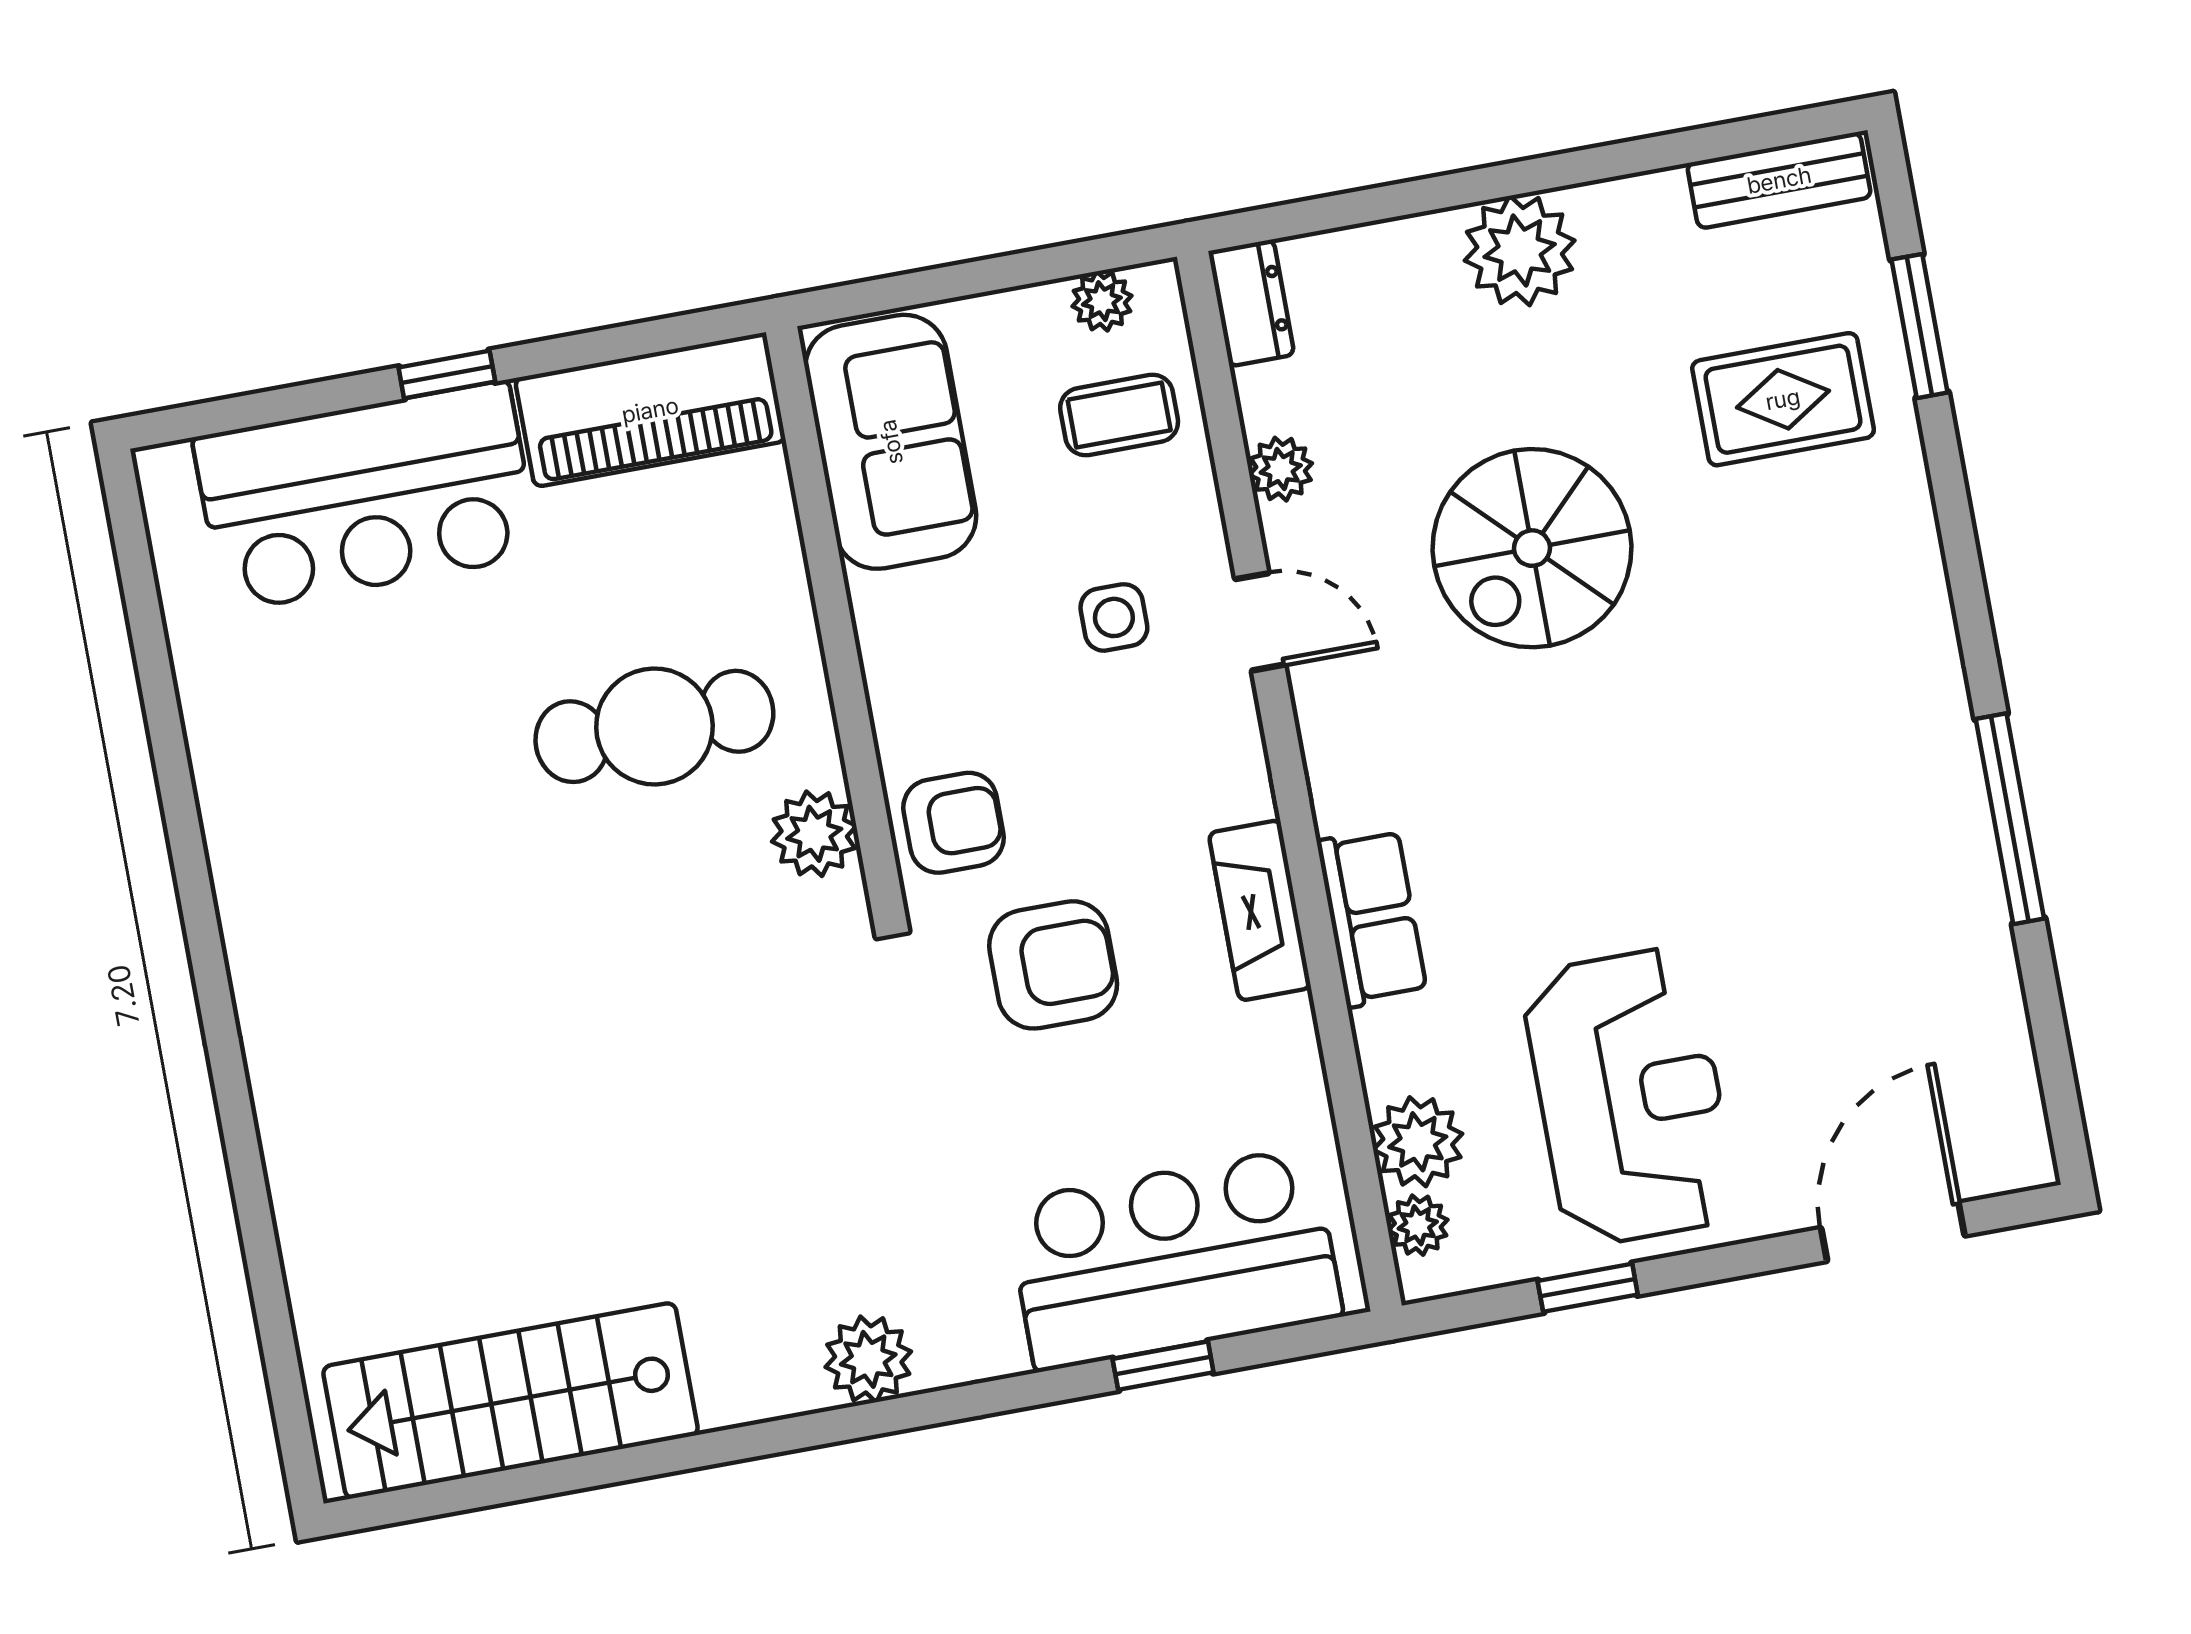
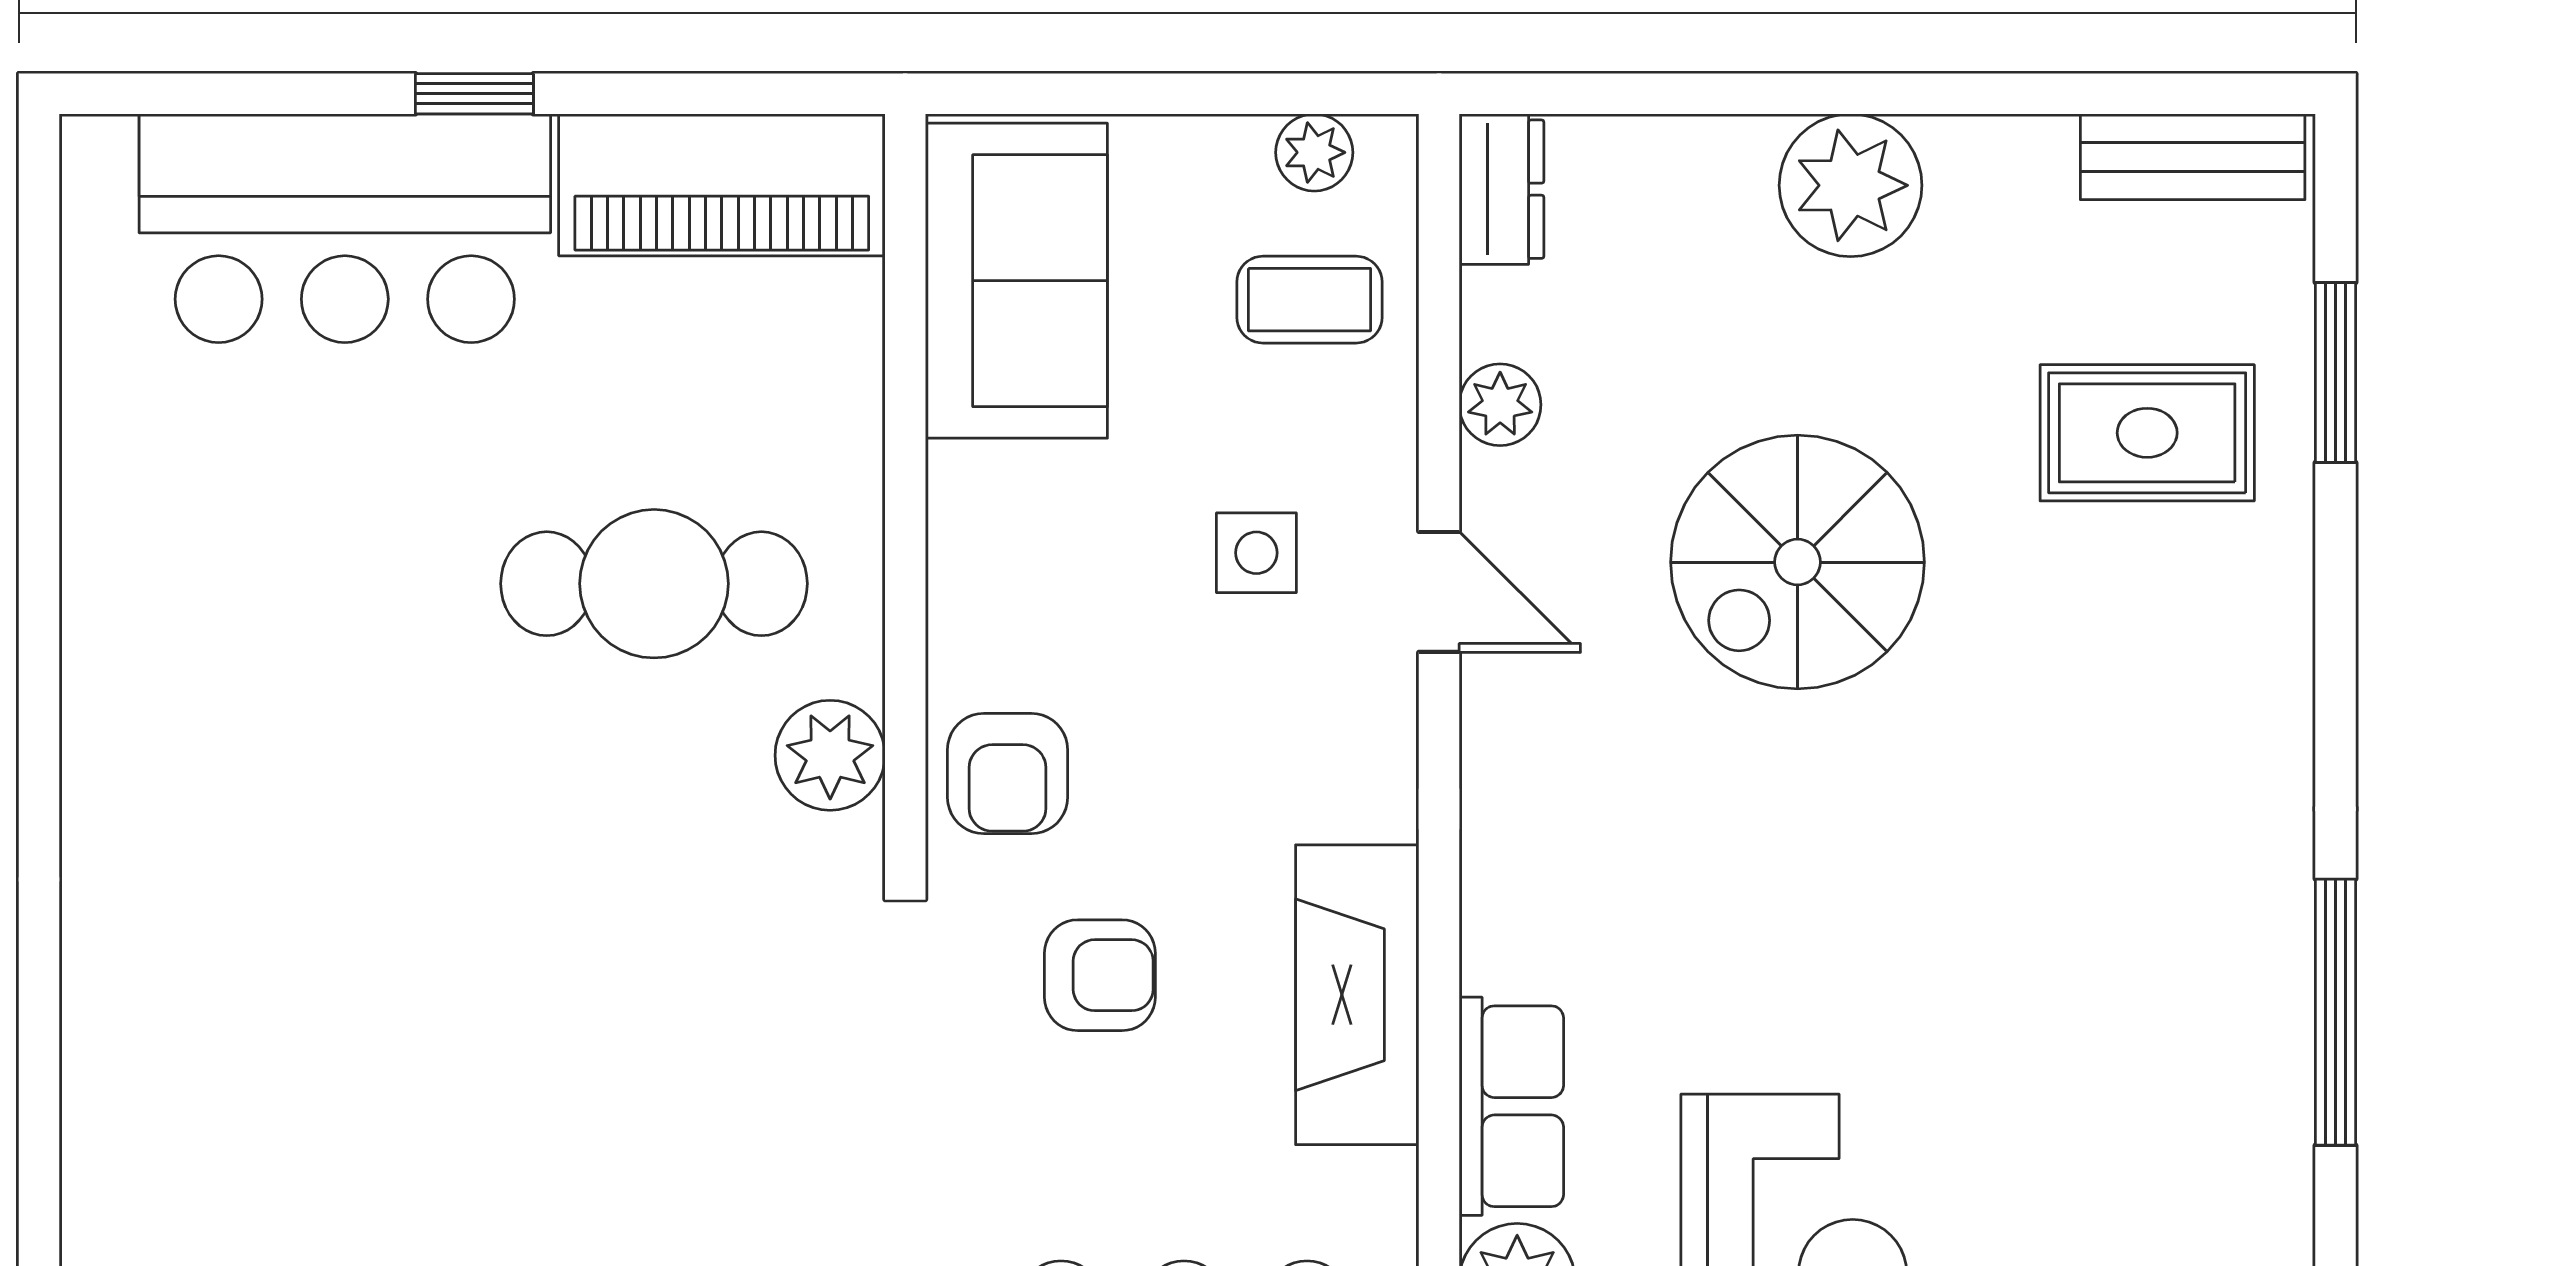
armchair: (954, 823) -> (1008, 774), turned 90
fireplace: (1260, 910) -> (1357, 995), width x1.37, depth x1.32
row of seats: (1372, 917) -> (1511, 1106), moved
armchair: (1053, 965) -> (1100, 975), width x0.72, depth x0.72

